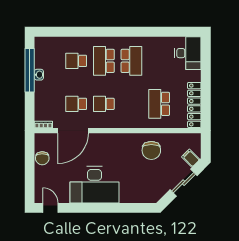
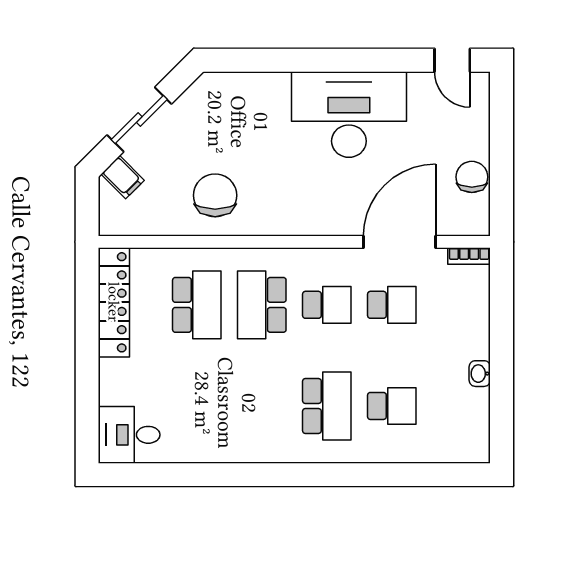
desk: (188, 53) -> (129, 435), width x0.73
school desk: (131, 61) -> (262, 305), moved
window: (30, 70) -> (502, 384), removed

